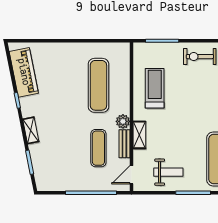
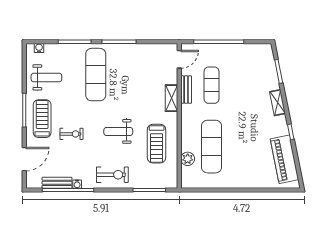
plant: (123, 121) -> (188, 159), moved
weight bench: (168, 172) -> (118, 131), moved

